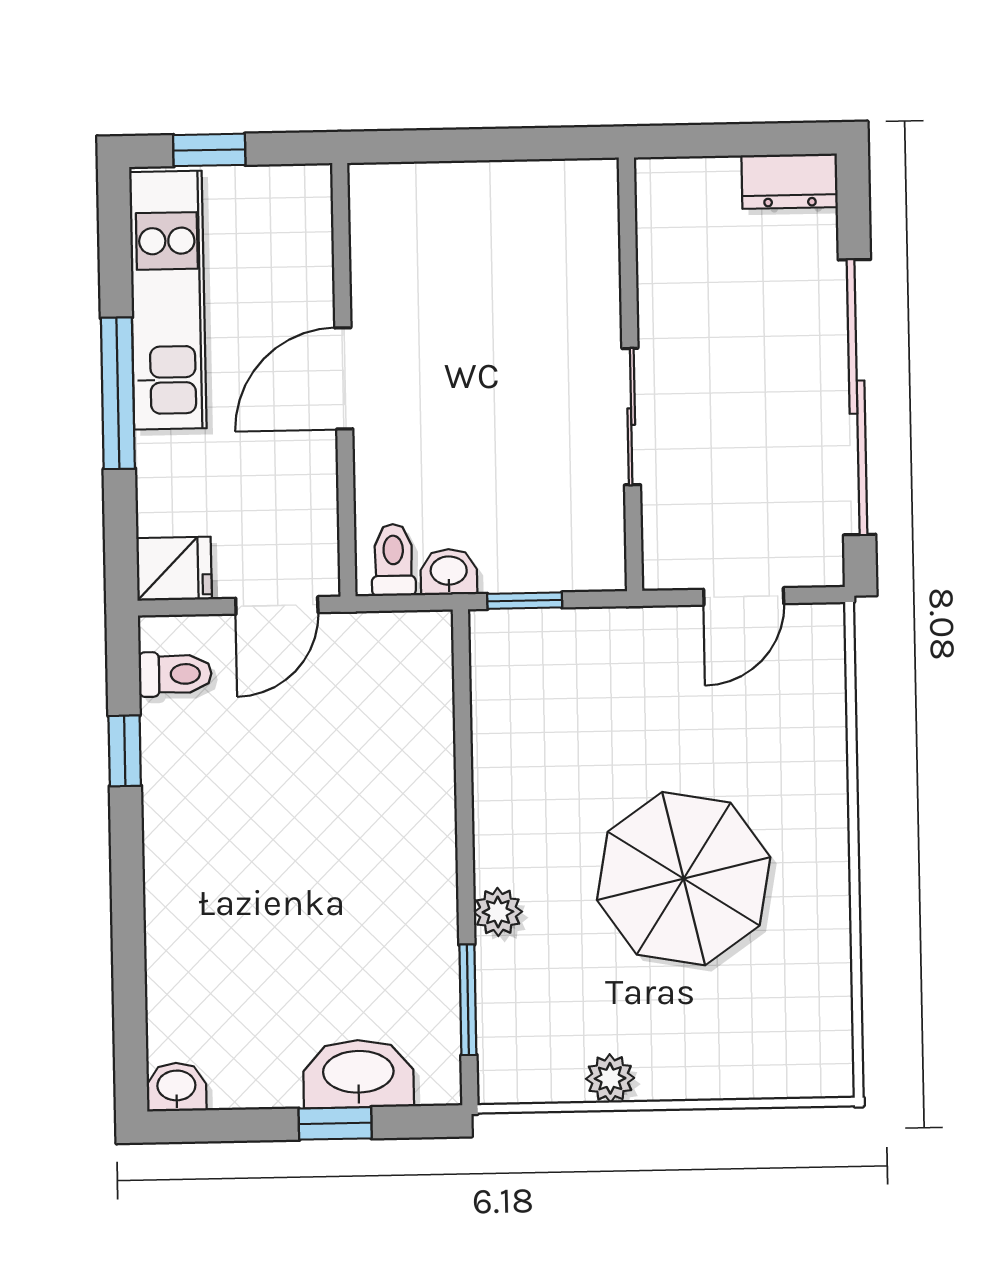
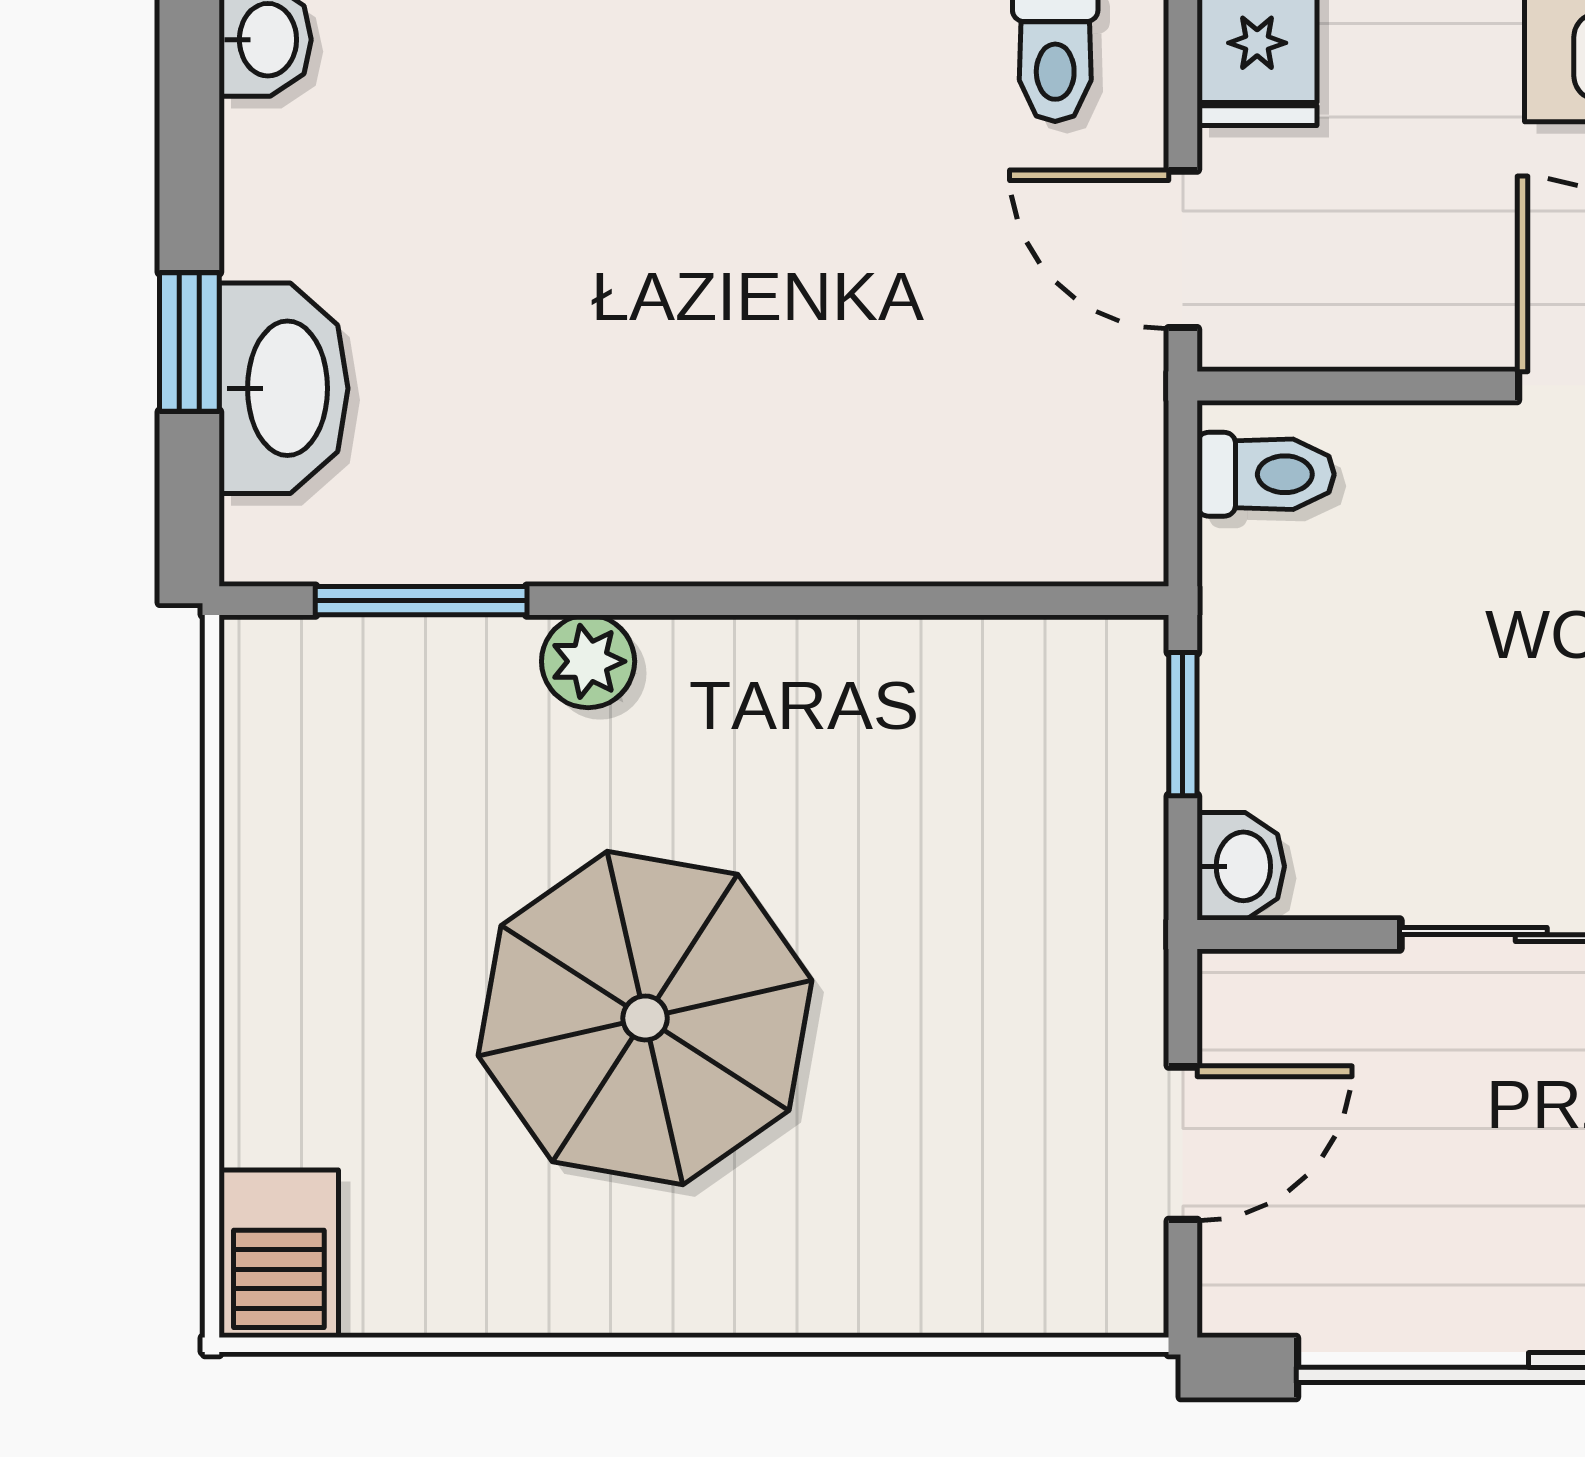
washbasin: (449, 572) -> (1241, 866), moved
door: (744, 596) -> (1183, 1143), swing flipped
barbecue: (810, 1068) -> (279, 1254), added
plant: (610, 1078) -> (266, 870), removed

